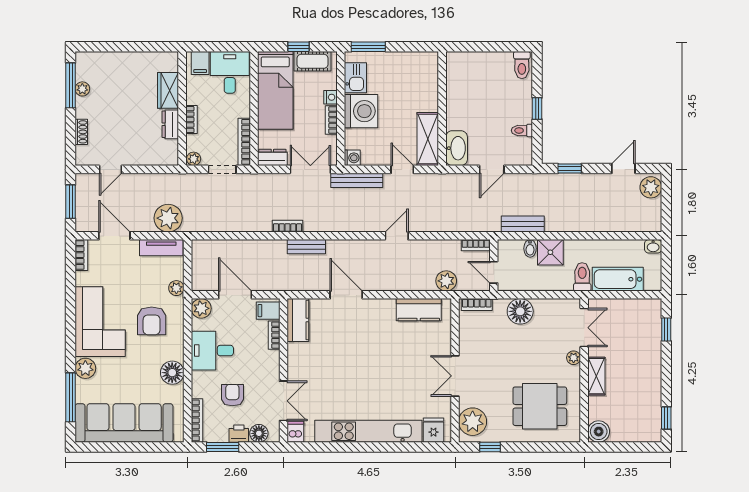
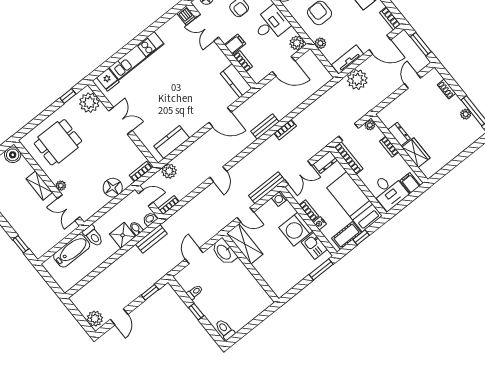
washbasin: (653, 246) -> (150, 219), moved
filing cabinet: (268, 311) -> (235, 44), moved
kitchen unit: (368, 431) -> (137, 56), width x0.73

